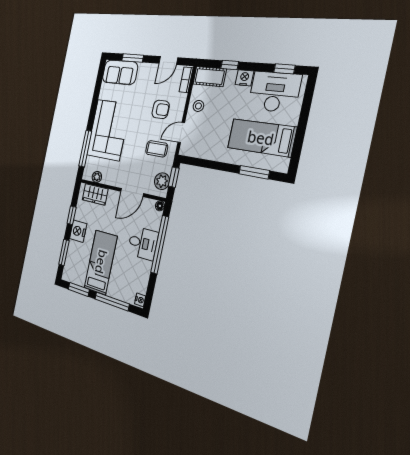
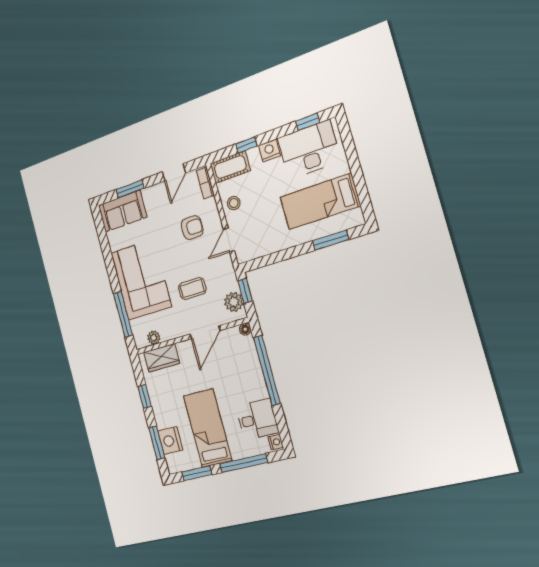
coffee table: (157, 149) -> (192, 289), moved
nightstand: (78, 231) -> (170, 441), moved
desk: (143, 243) -> (257, 419), moved

